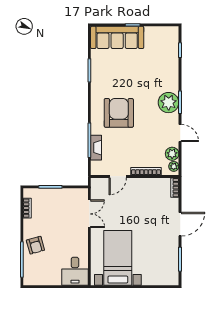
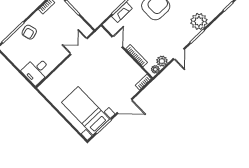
plant: (169, 103) -> (199, 21), moved
door: (118, 176) -> (117, 42), swing flipped
double door: (89, 214) -> (79, 46), swing flipped
bed with nightstands: (118, 258) -> (86, 111), moved, turned -90

